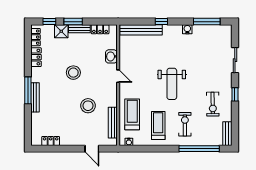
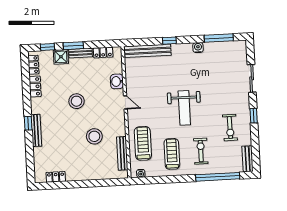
window: (28, 90) -> (28, 123), width x0.46
door: (92, 149) -> (101, 183), removed

